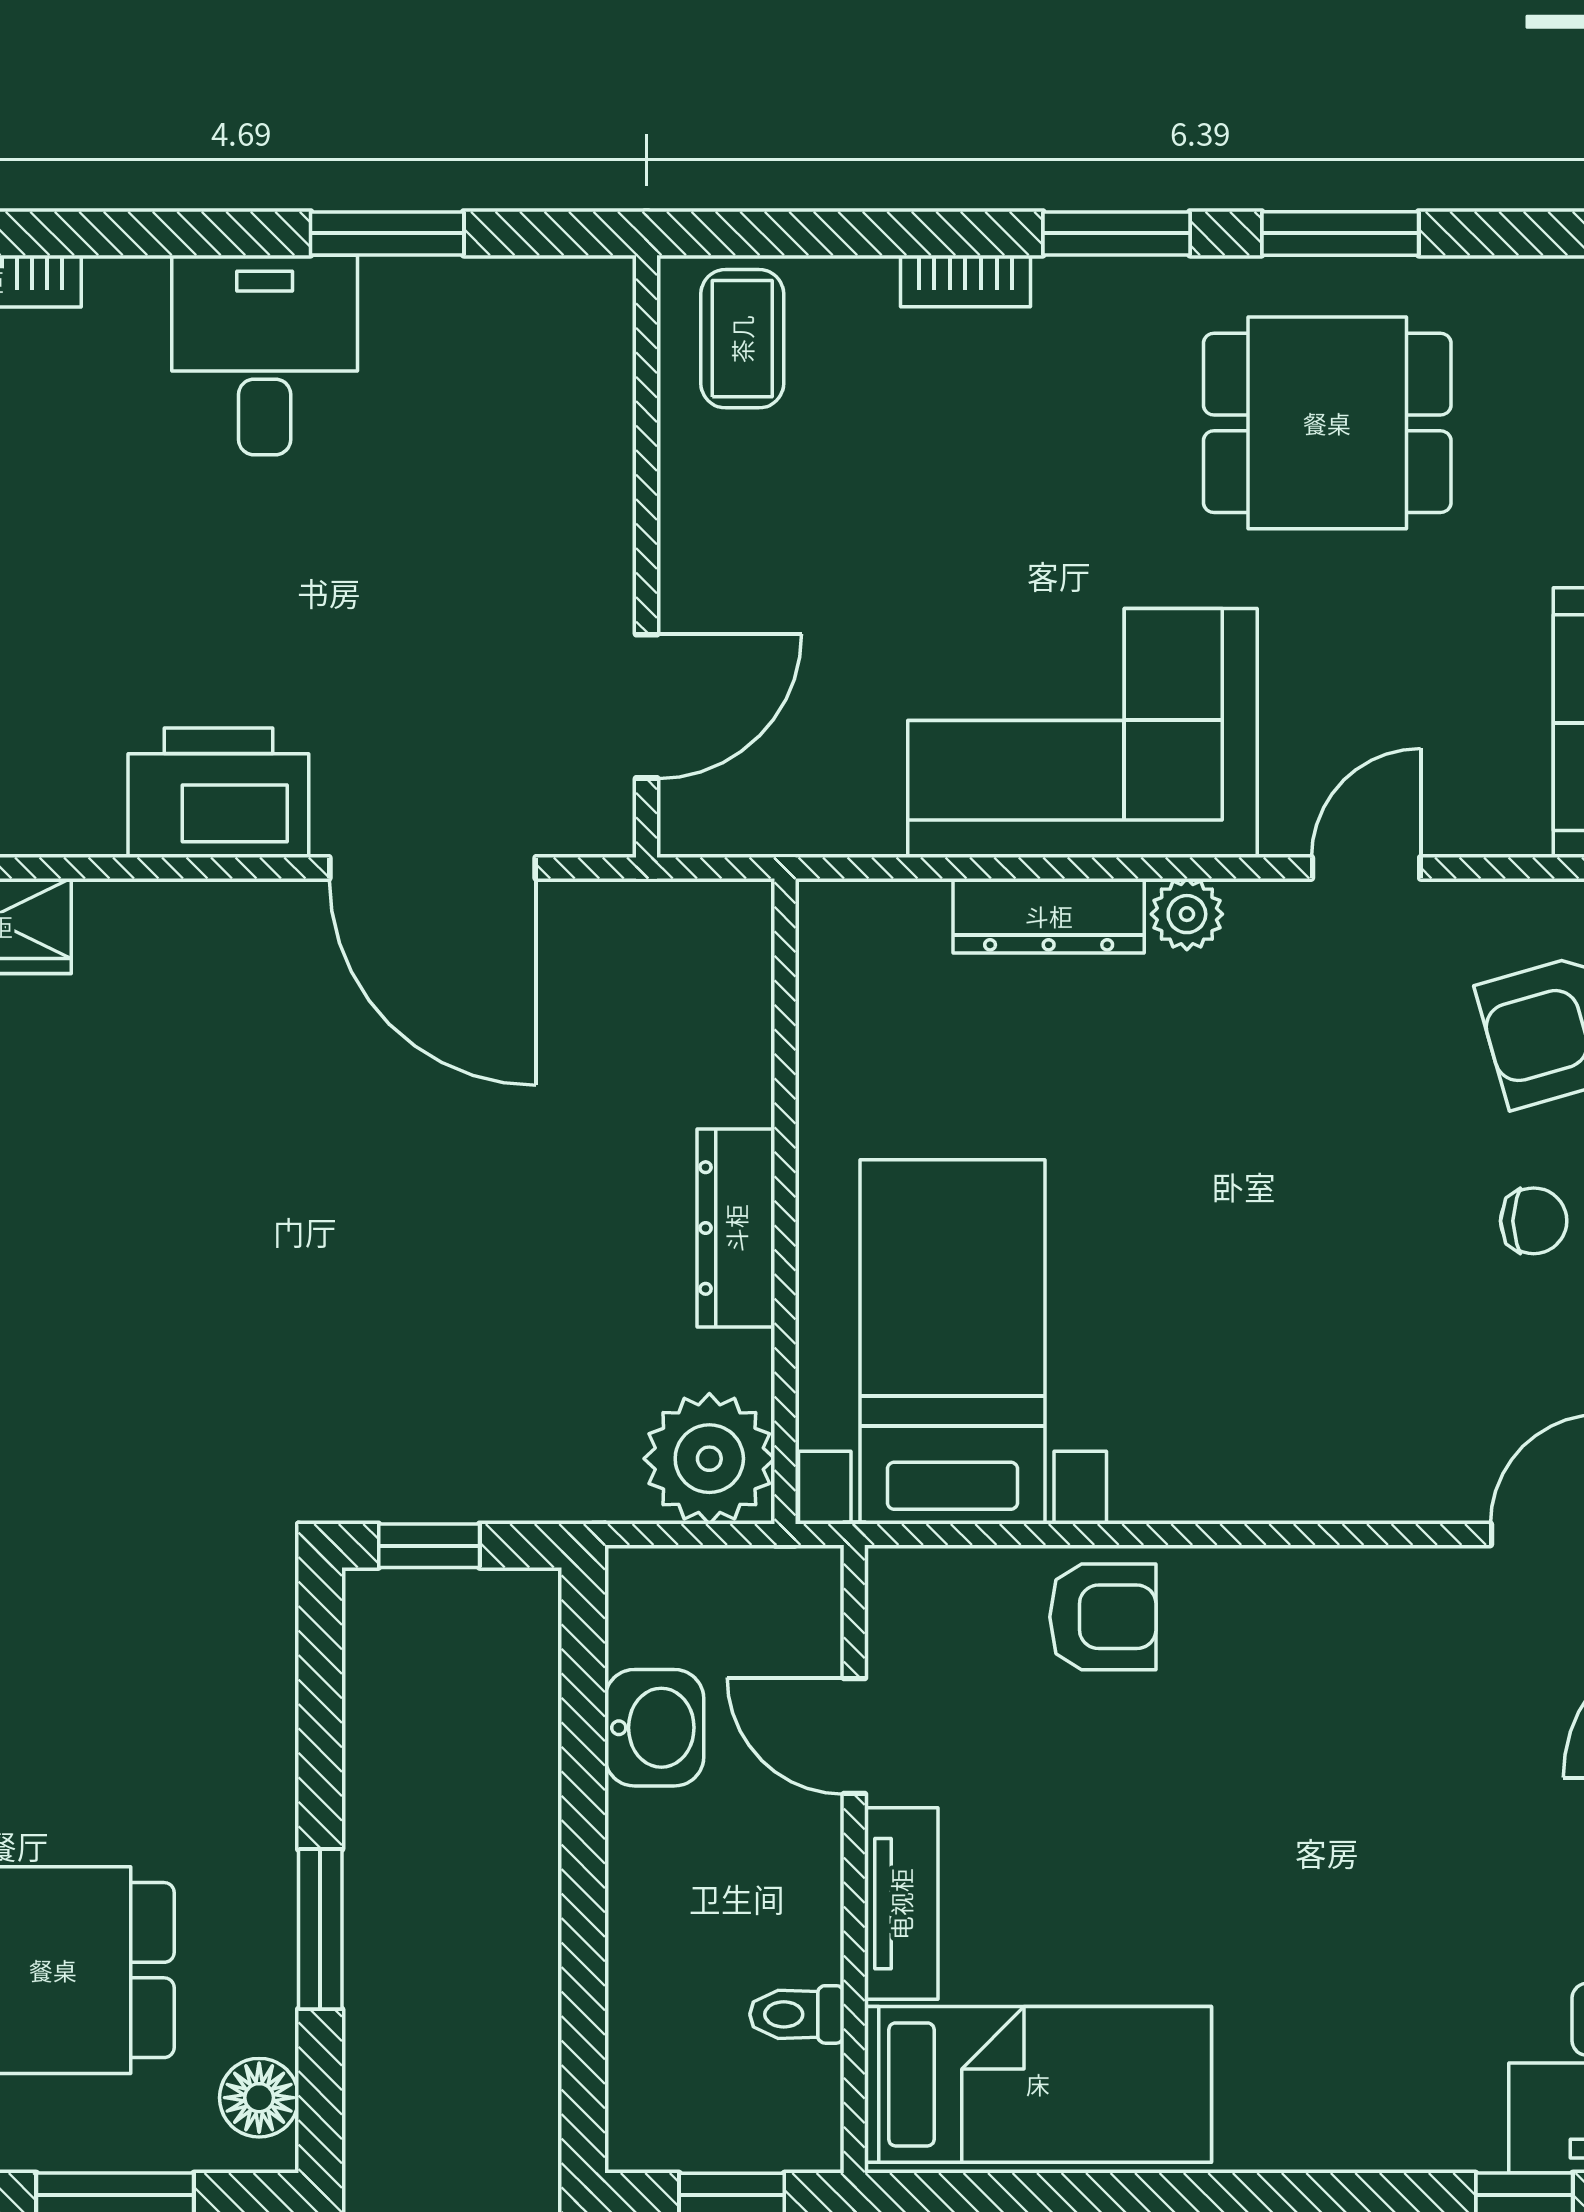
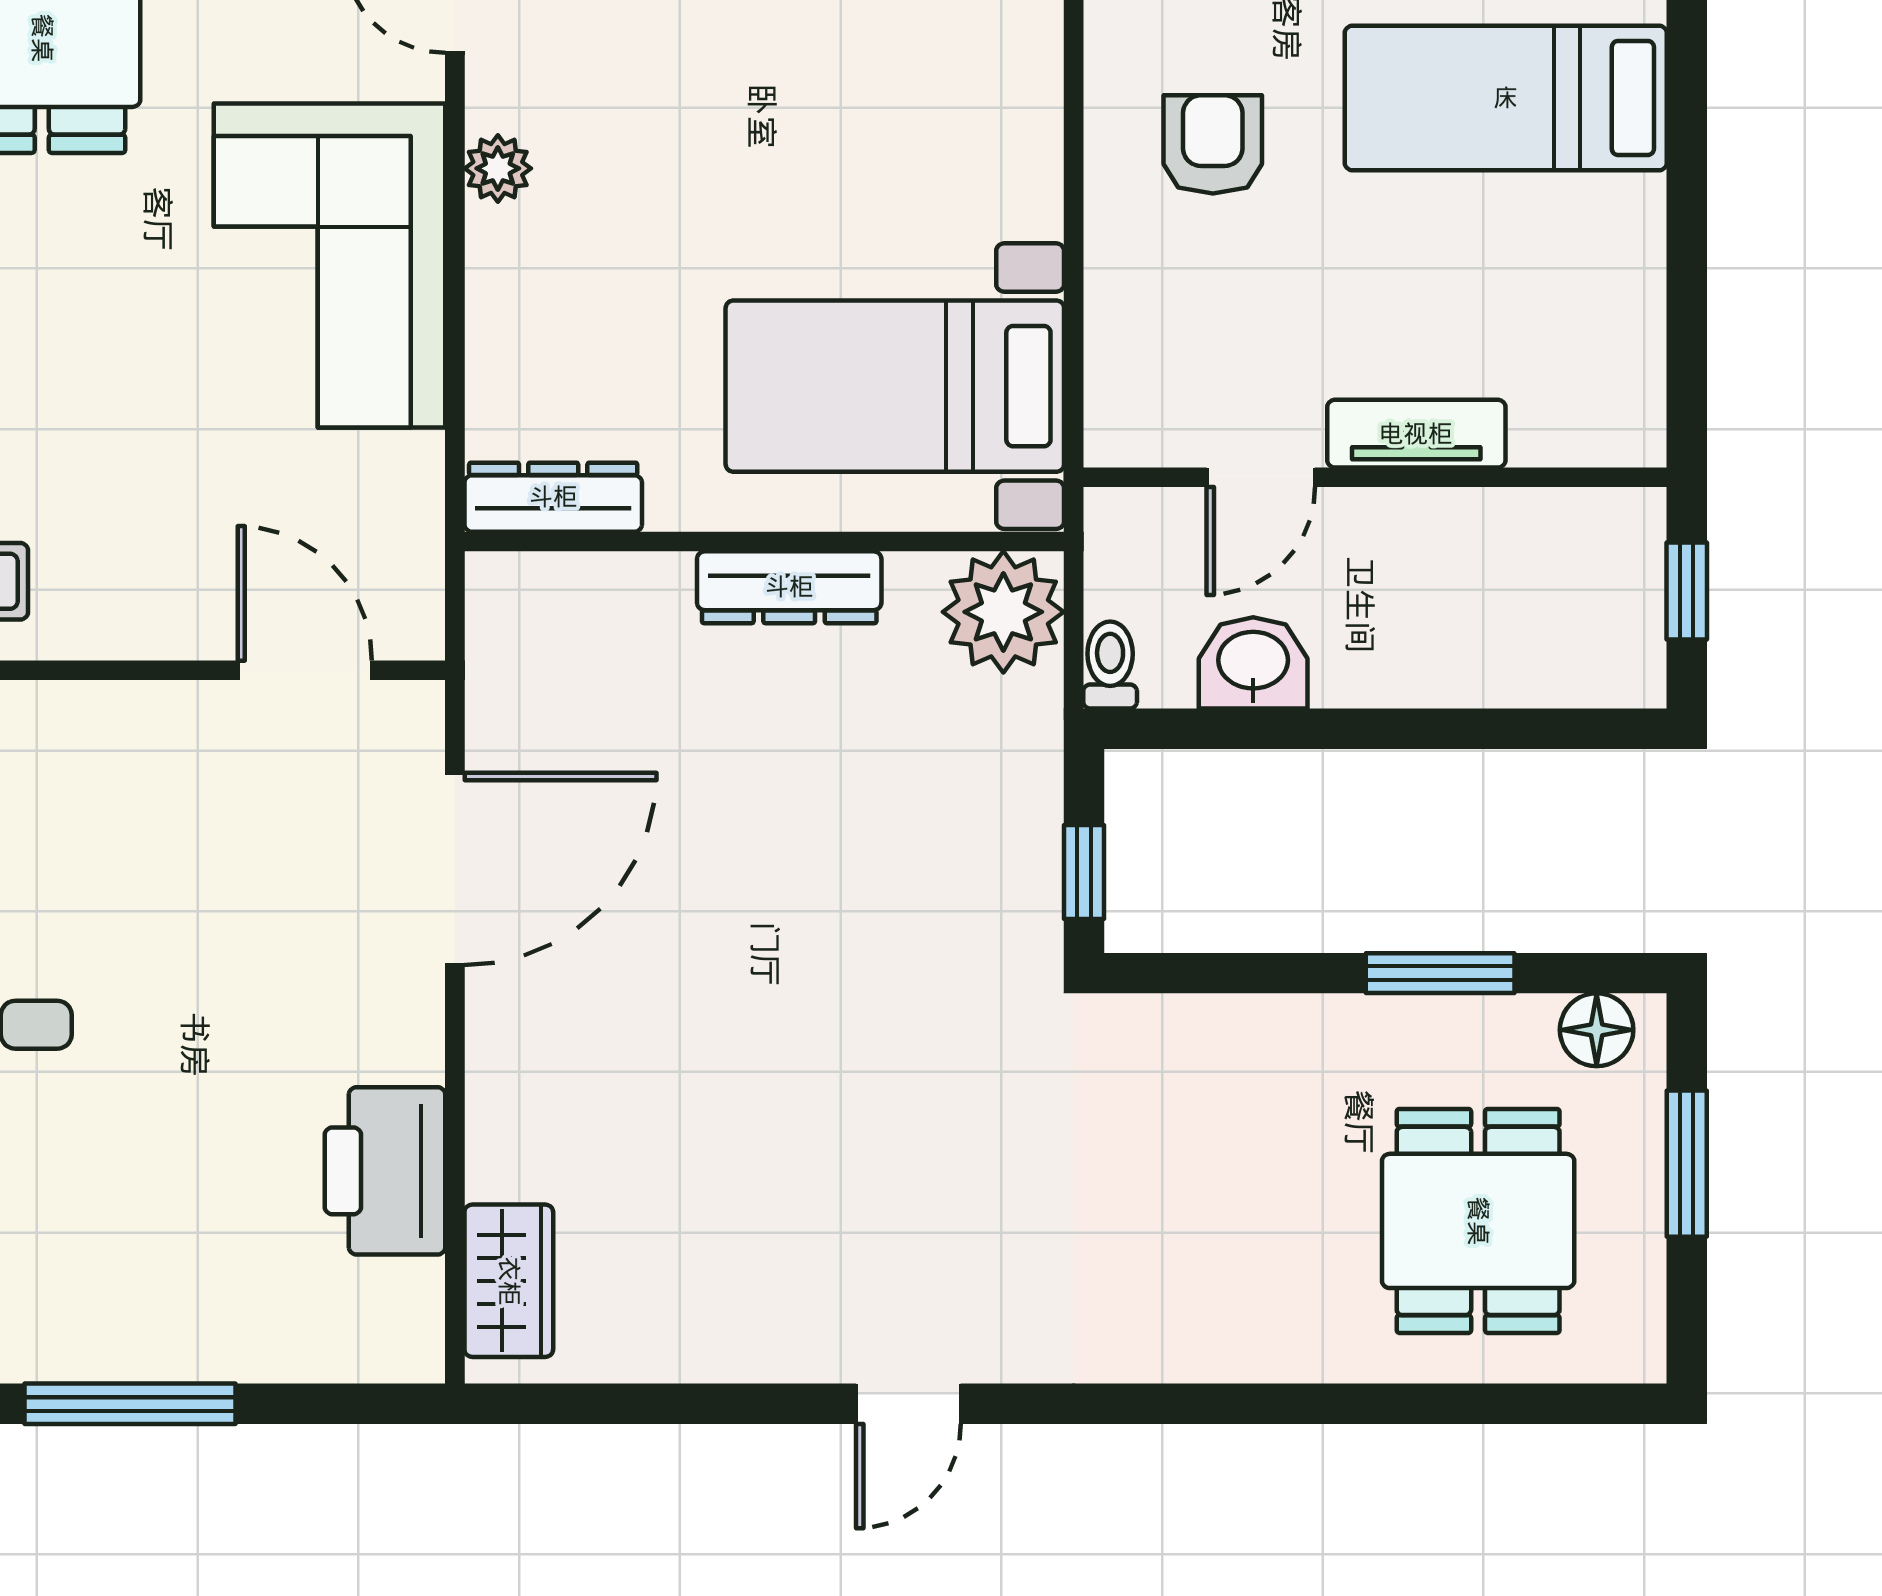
printer: (218, 793) -> (385, 1171), moved
dresser: (1049, 916) -> (553, 497), moved, turned -90
armchair: (1103, 1617) -> (1213, 144), moved
toilet: (797, 2014) -> (1110, 665), moved, turned 180
bed: (1038, 2084) -> (1506, 98), moved, turned -90

